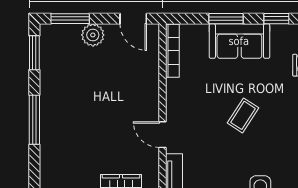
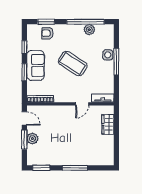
window: (70, 19) -> (24, 140), moved
door: (133, 19) -> (24, 118), hinge flipped
coffee table: (243, 115) -> (73, 64), width x1.86, depth x1.72

